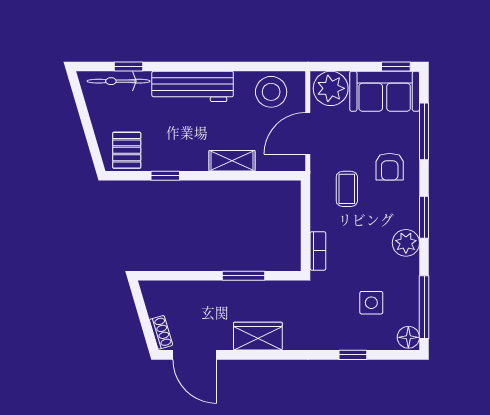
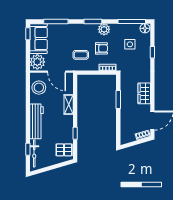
armchair: (390, 167) -> (101, 48), moved

